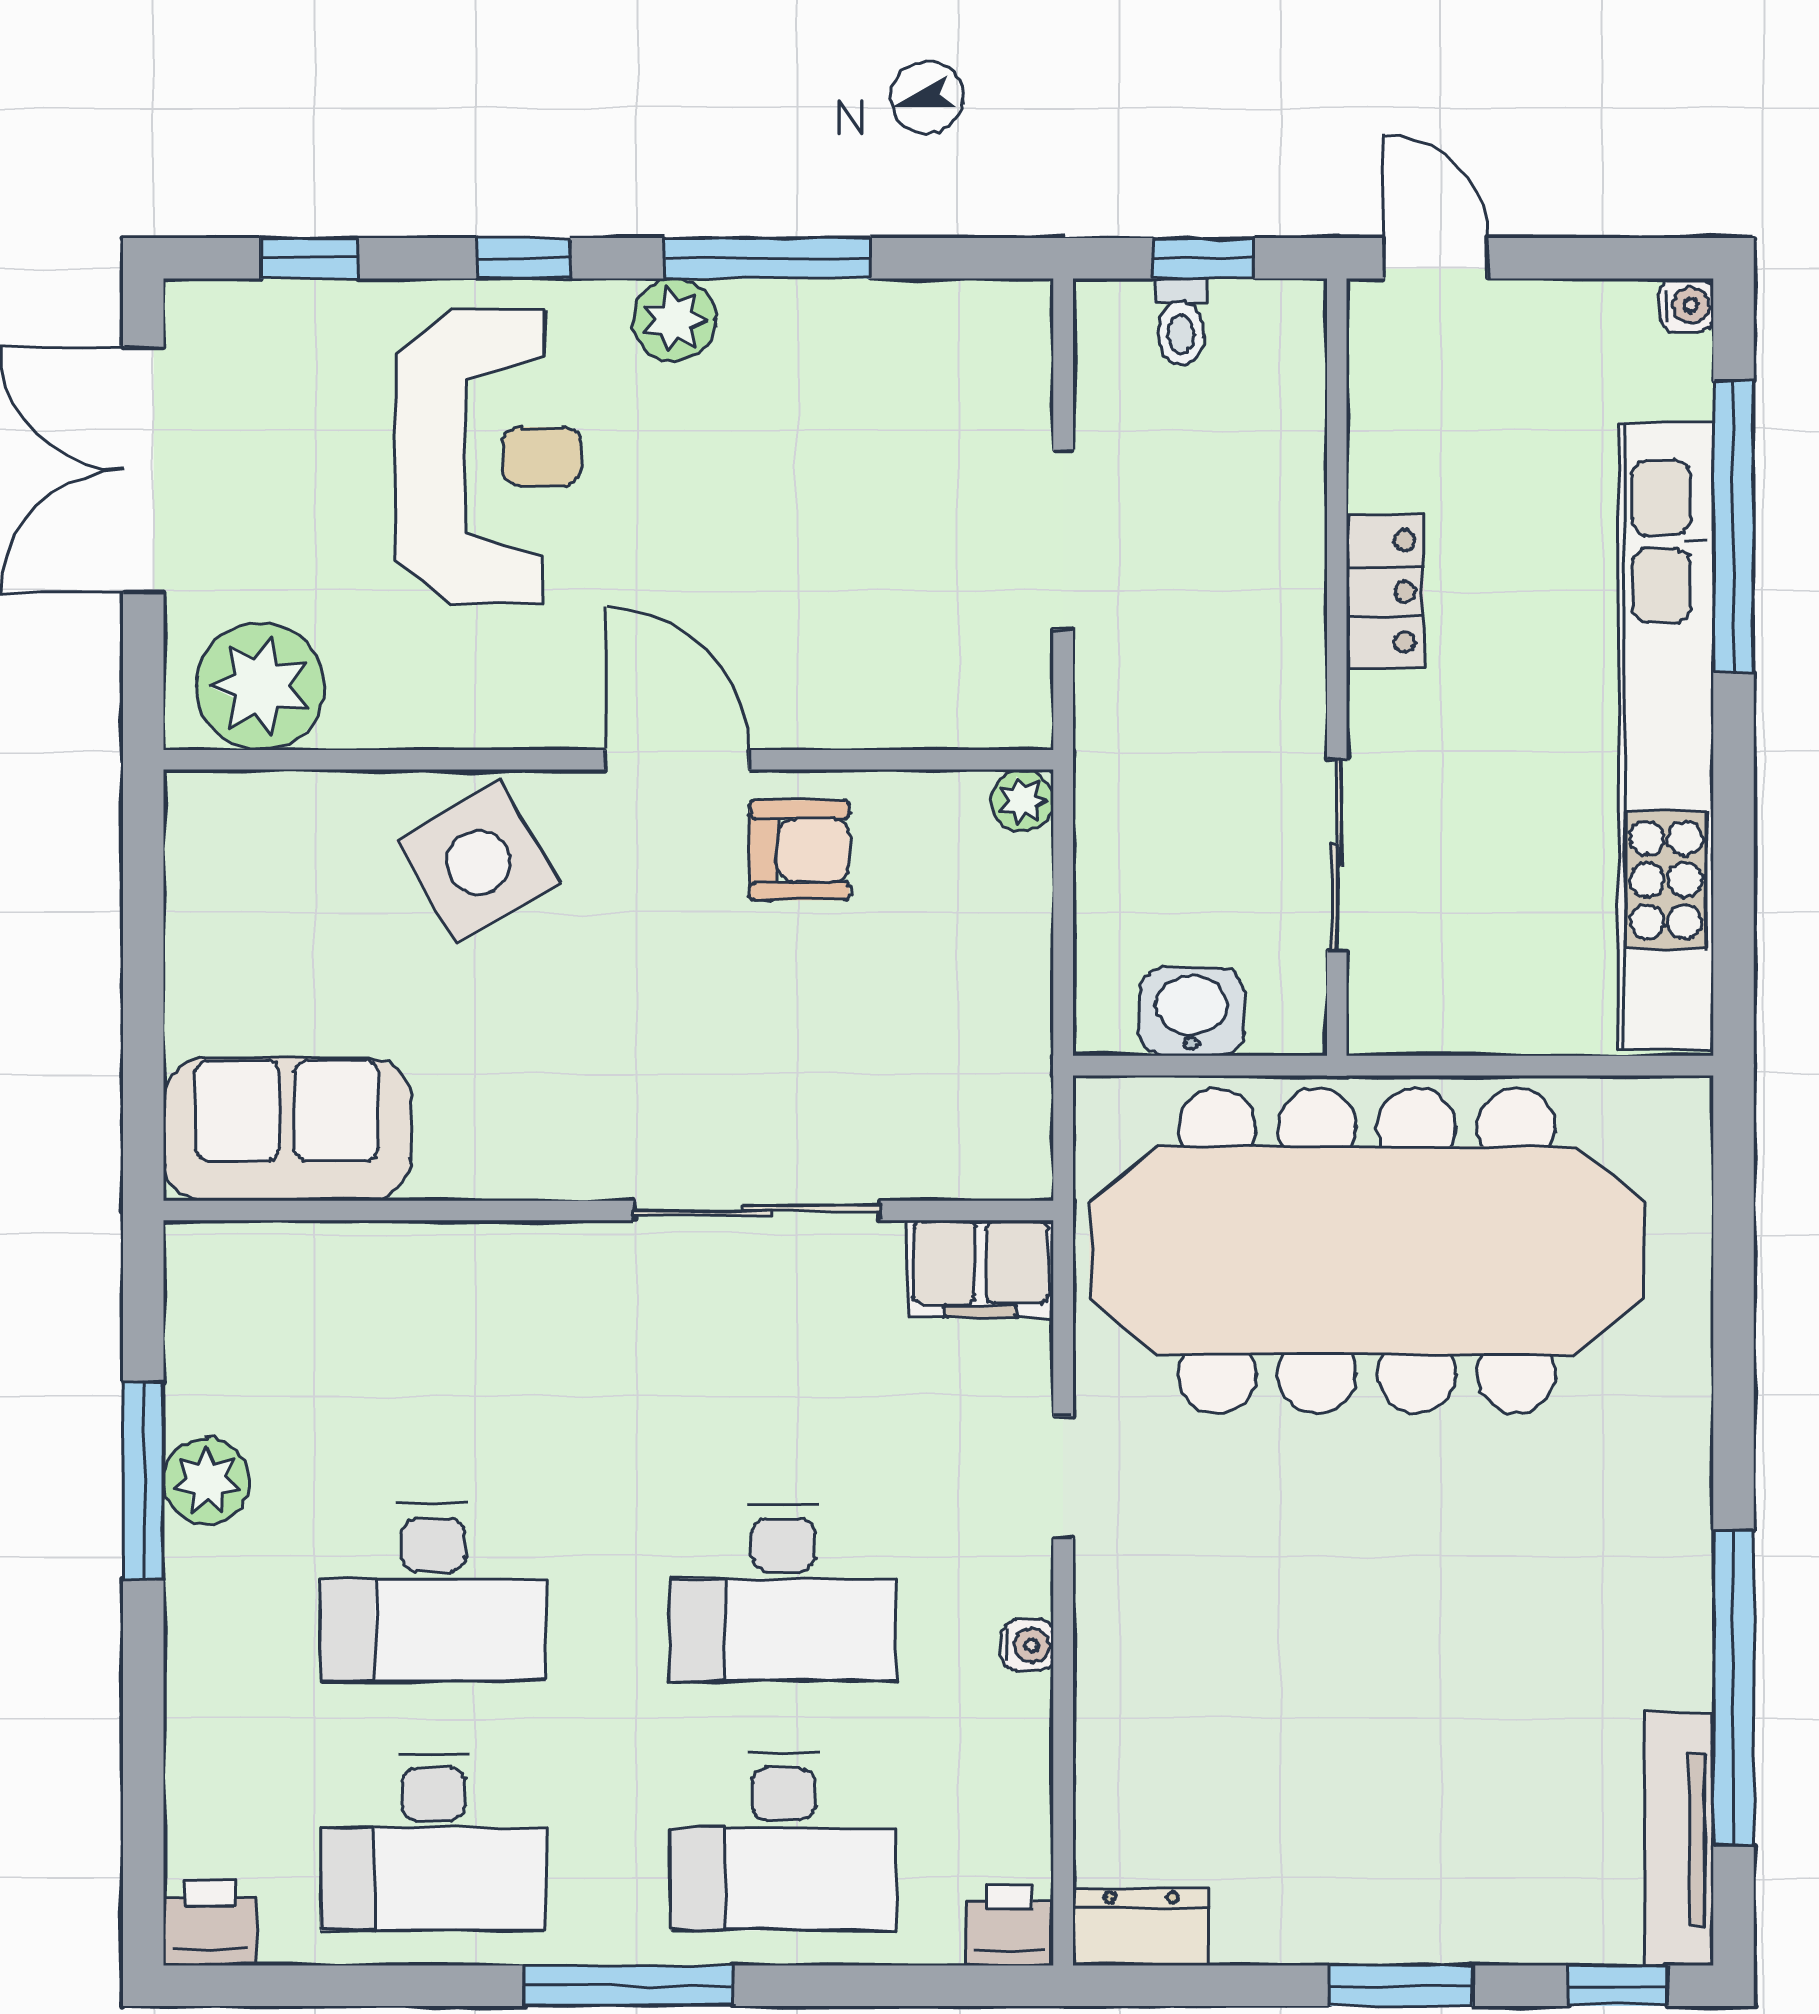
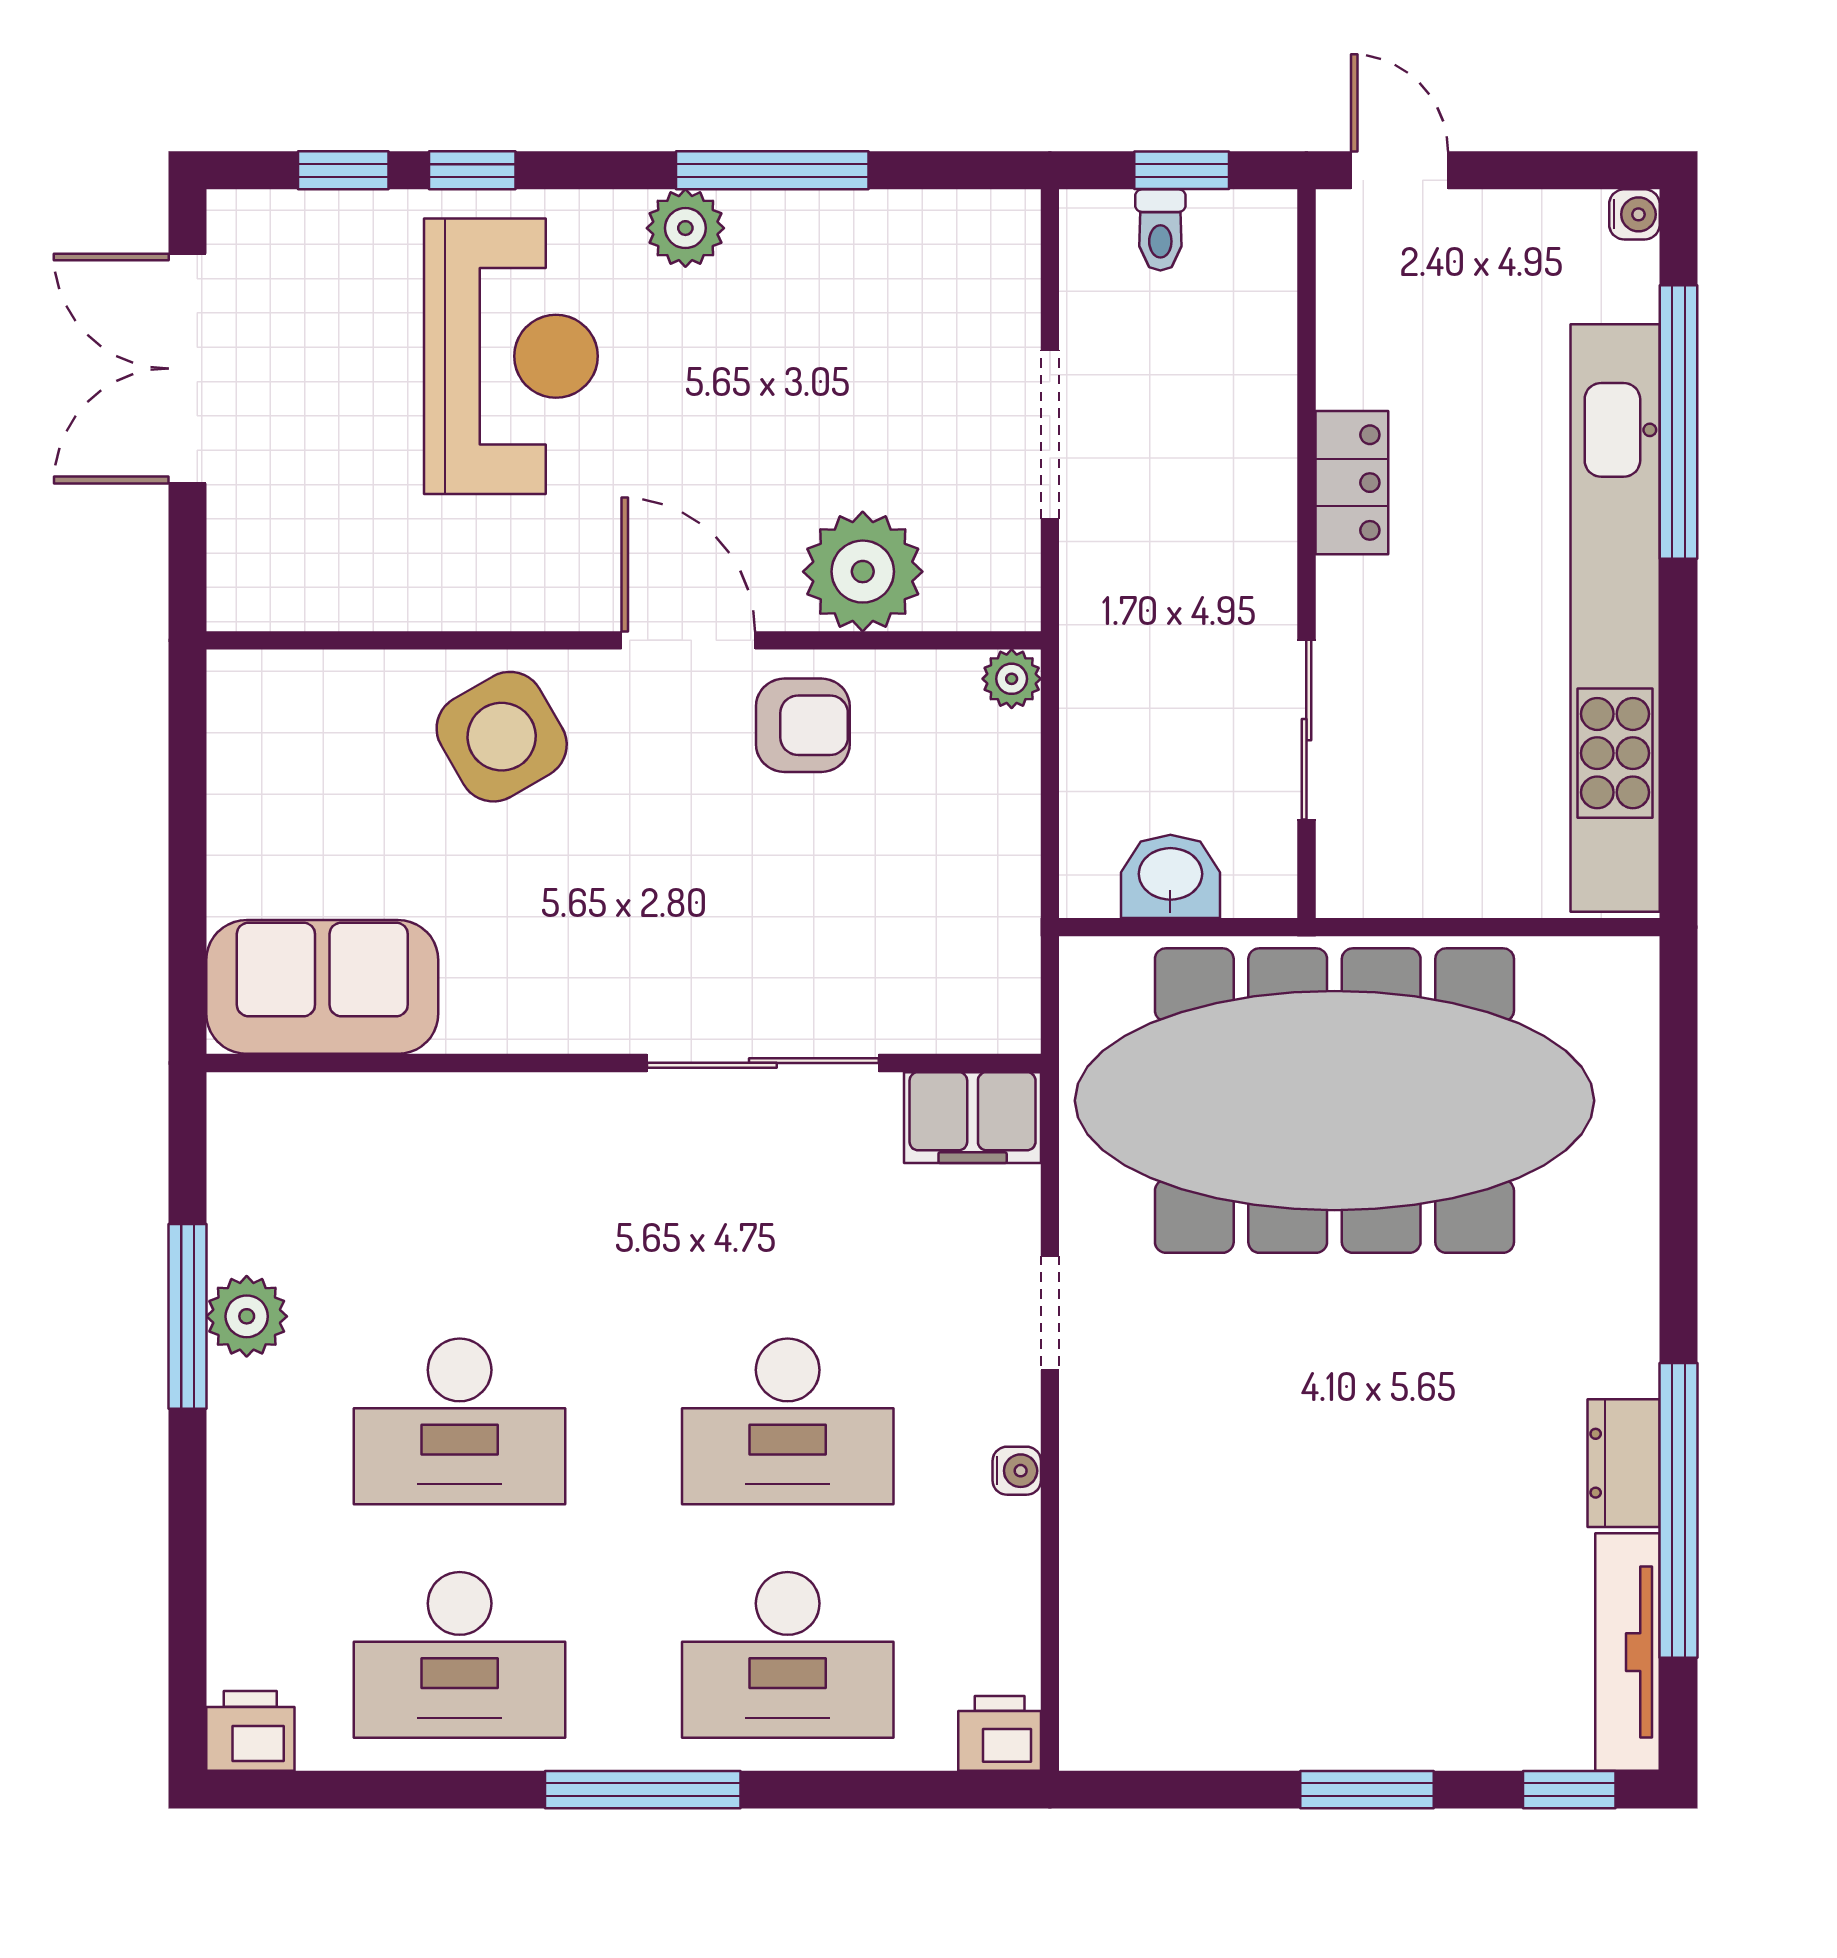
window: (524, 258) -> (472, 170), moved
plant: (260, 686) -> (863, 572), moved
dresser: (1141, 1927) -> (1624, 1463), moved, turned -90

